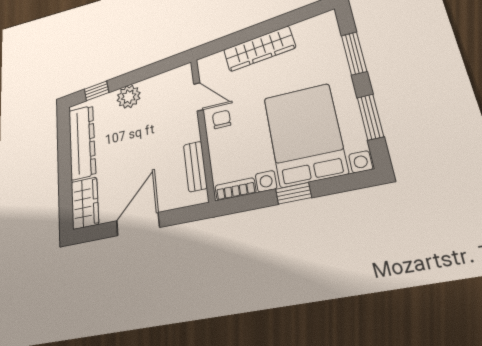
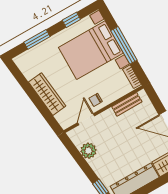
plant: (129, 97) -> (88, 151), moved
window: (370, 117) -> (71, 20), width x0.67
window: (294, 193) -> (124, 45), width x2.17

